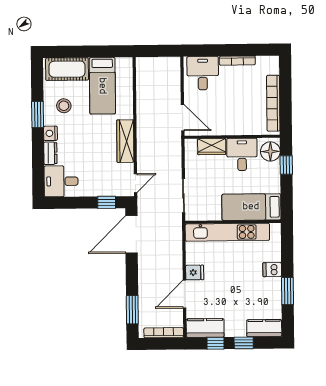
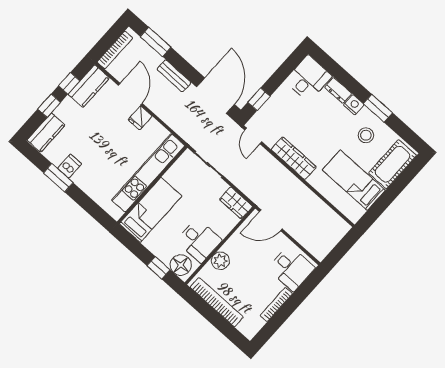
plant: (242, 127) -> (220, 261), added
wardrobe: (212, 147) -> (236, 203), moved, turned -90
dishwasher: (272, 270) -> (70, 166), moved
bench: (144, 276) -> (174, 76), added

